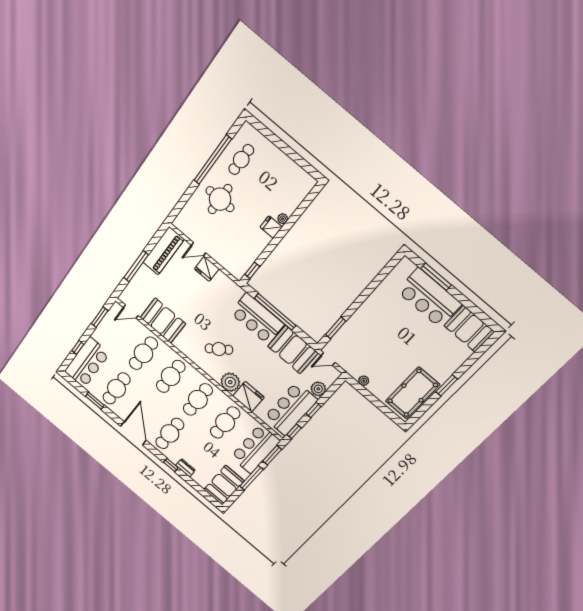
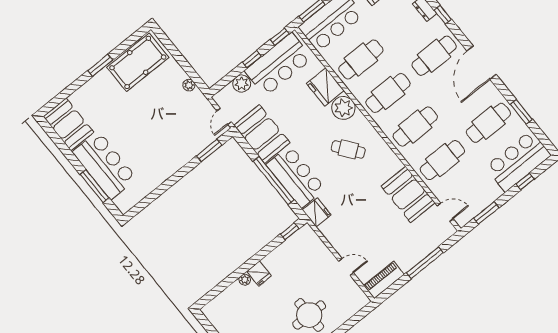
piano: (163, 251) -> (384, 280), width x0.73, depth x0.75
fridge: (207, 269) -> (317, 212), moved
door: (328, 359) -> (224, 116), swing flipped

